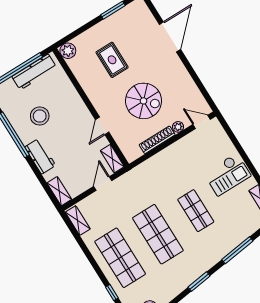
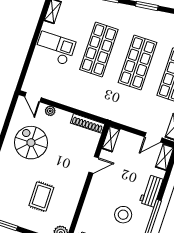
spiral stairs: (144, 101) -> (31, 143), moved
shoe rack: (157, 140) -> (88, 123), moved
door: (103, 183) -> (153, 137), moved
shop shelf: (196, 211) -> (99, 50), width x1.43, depth x1.36

